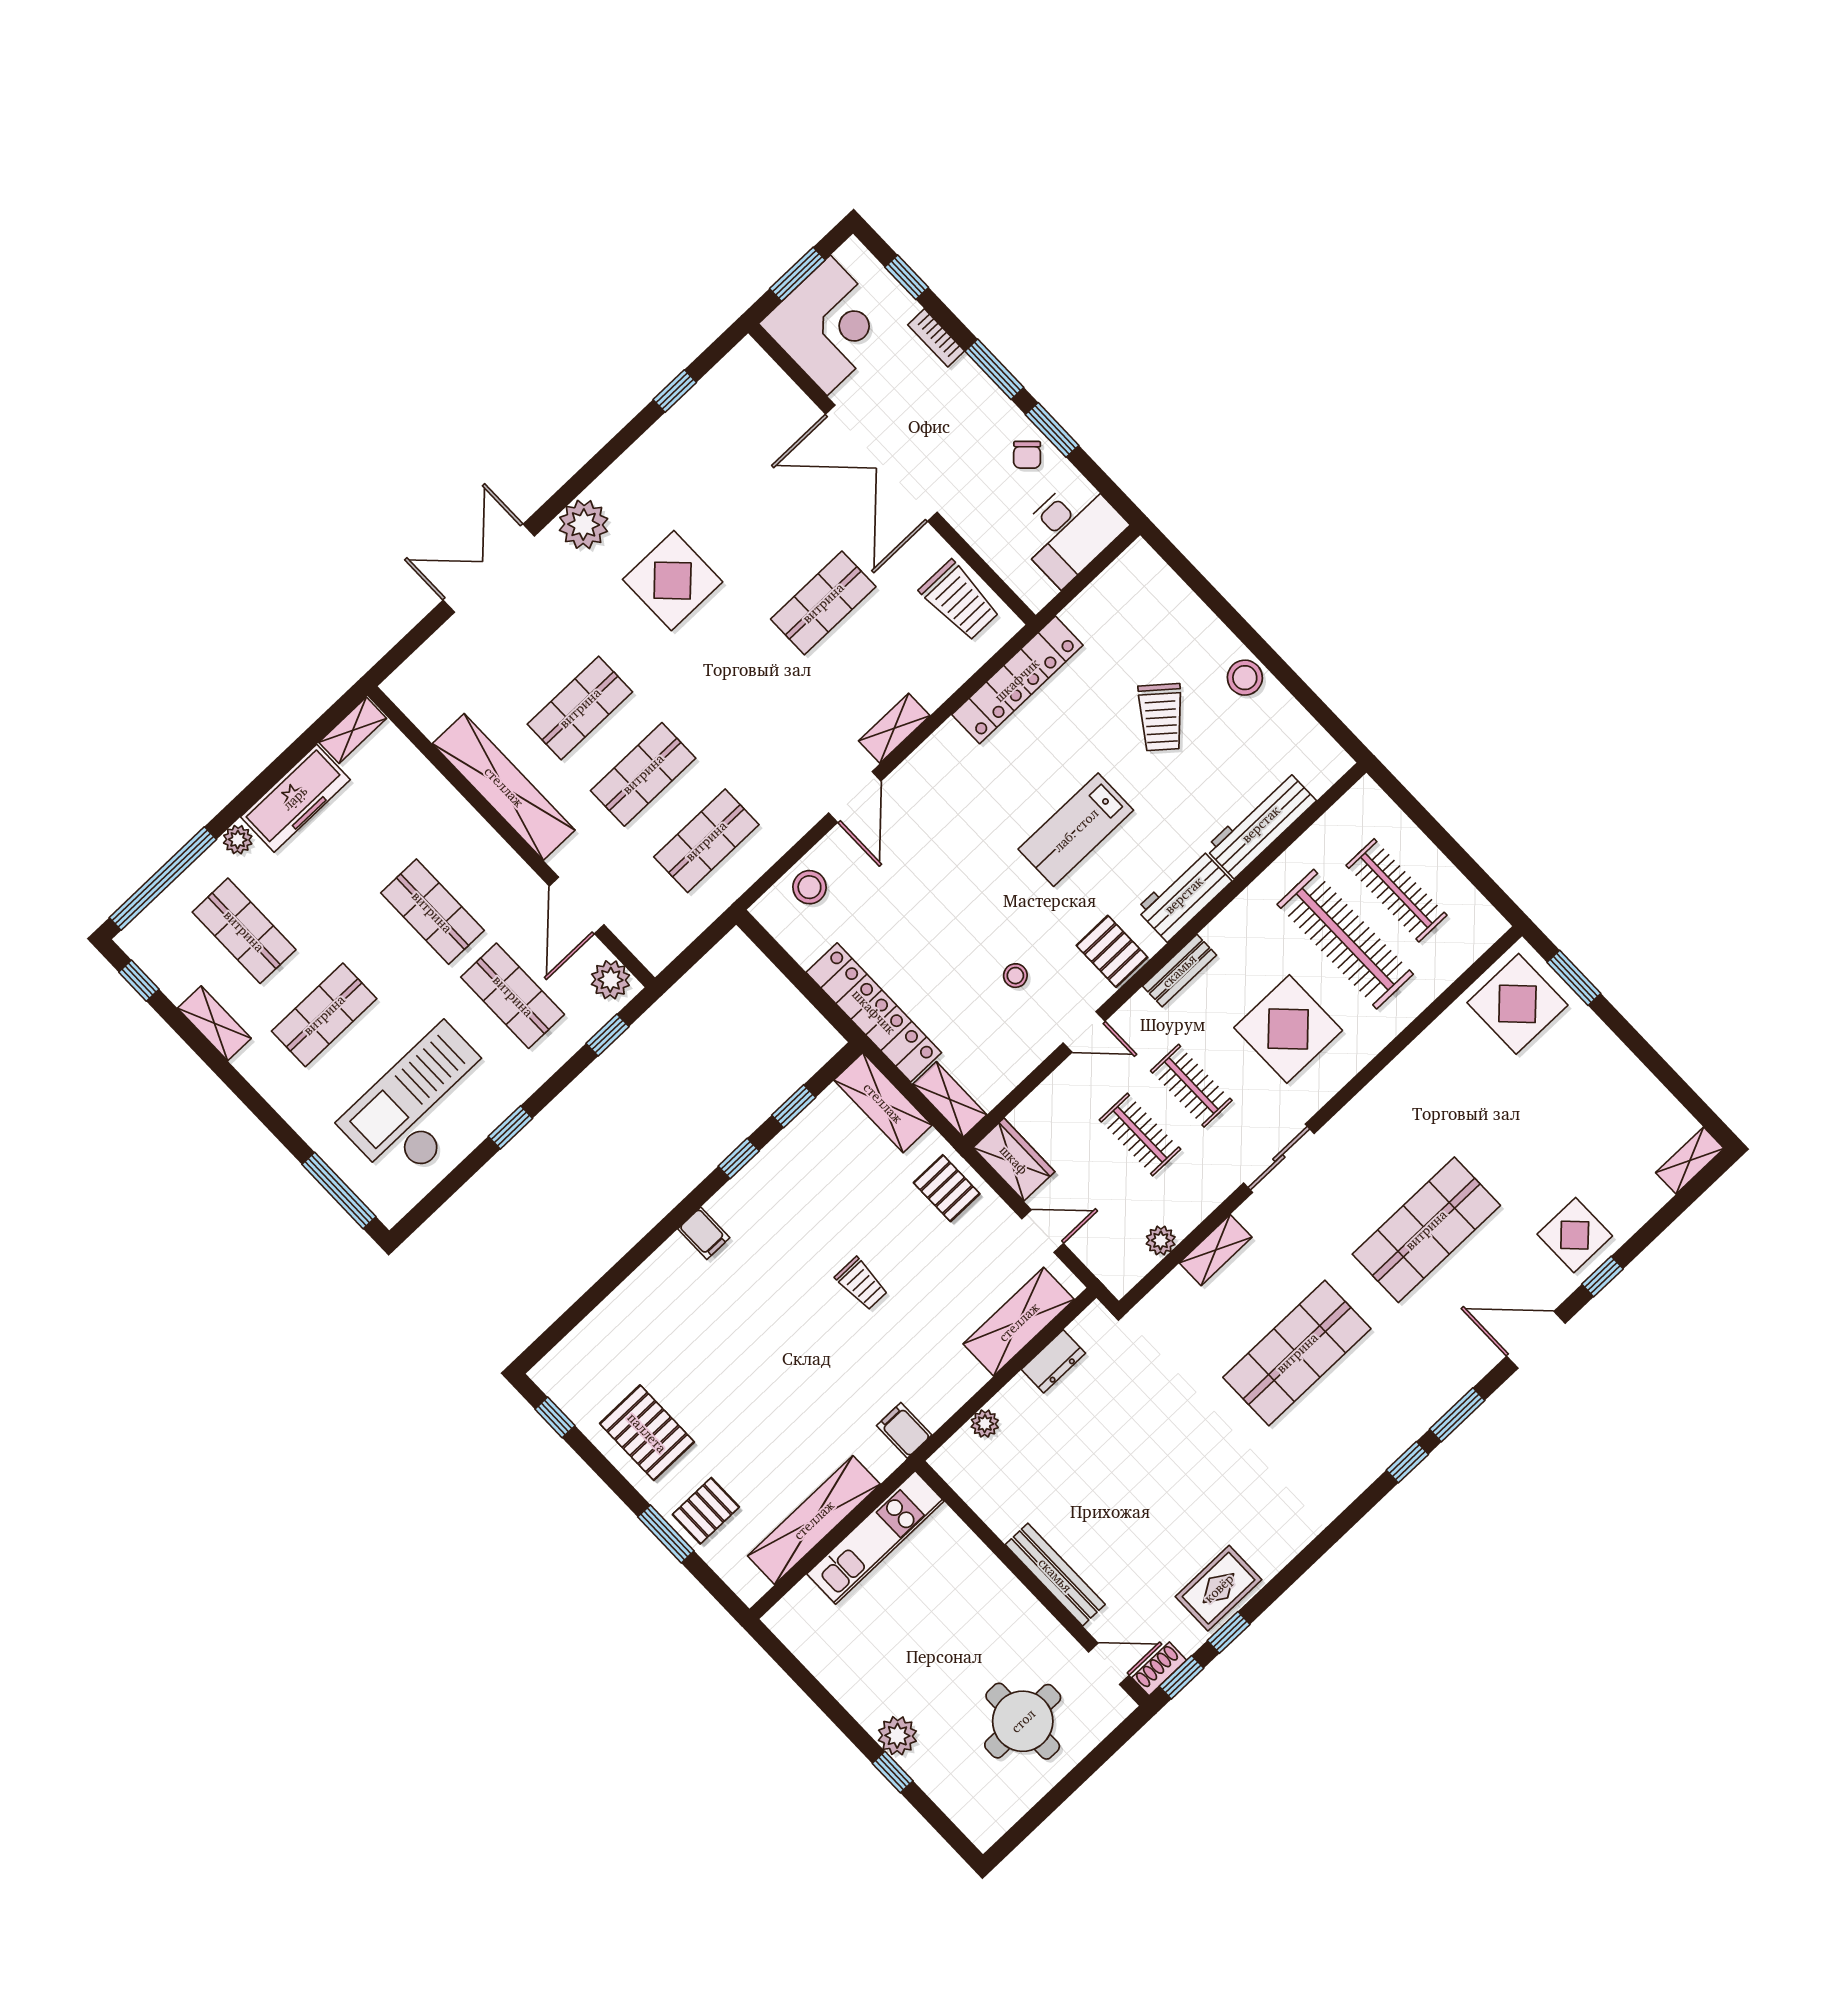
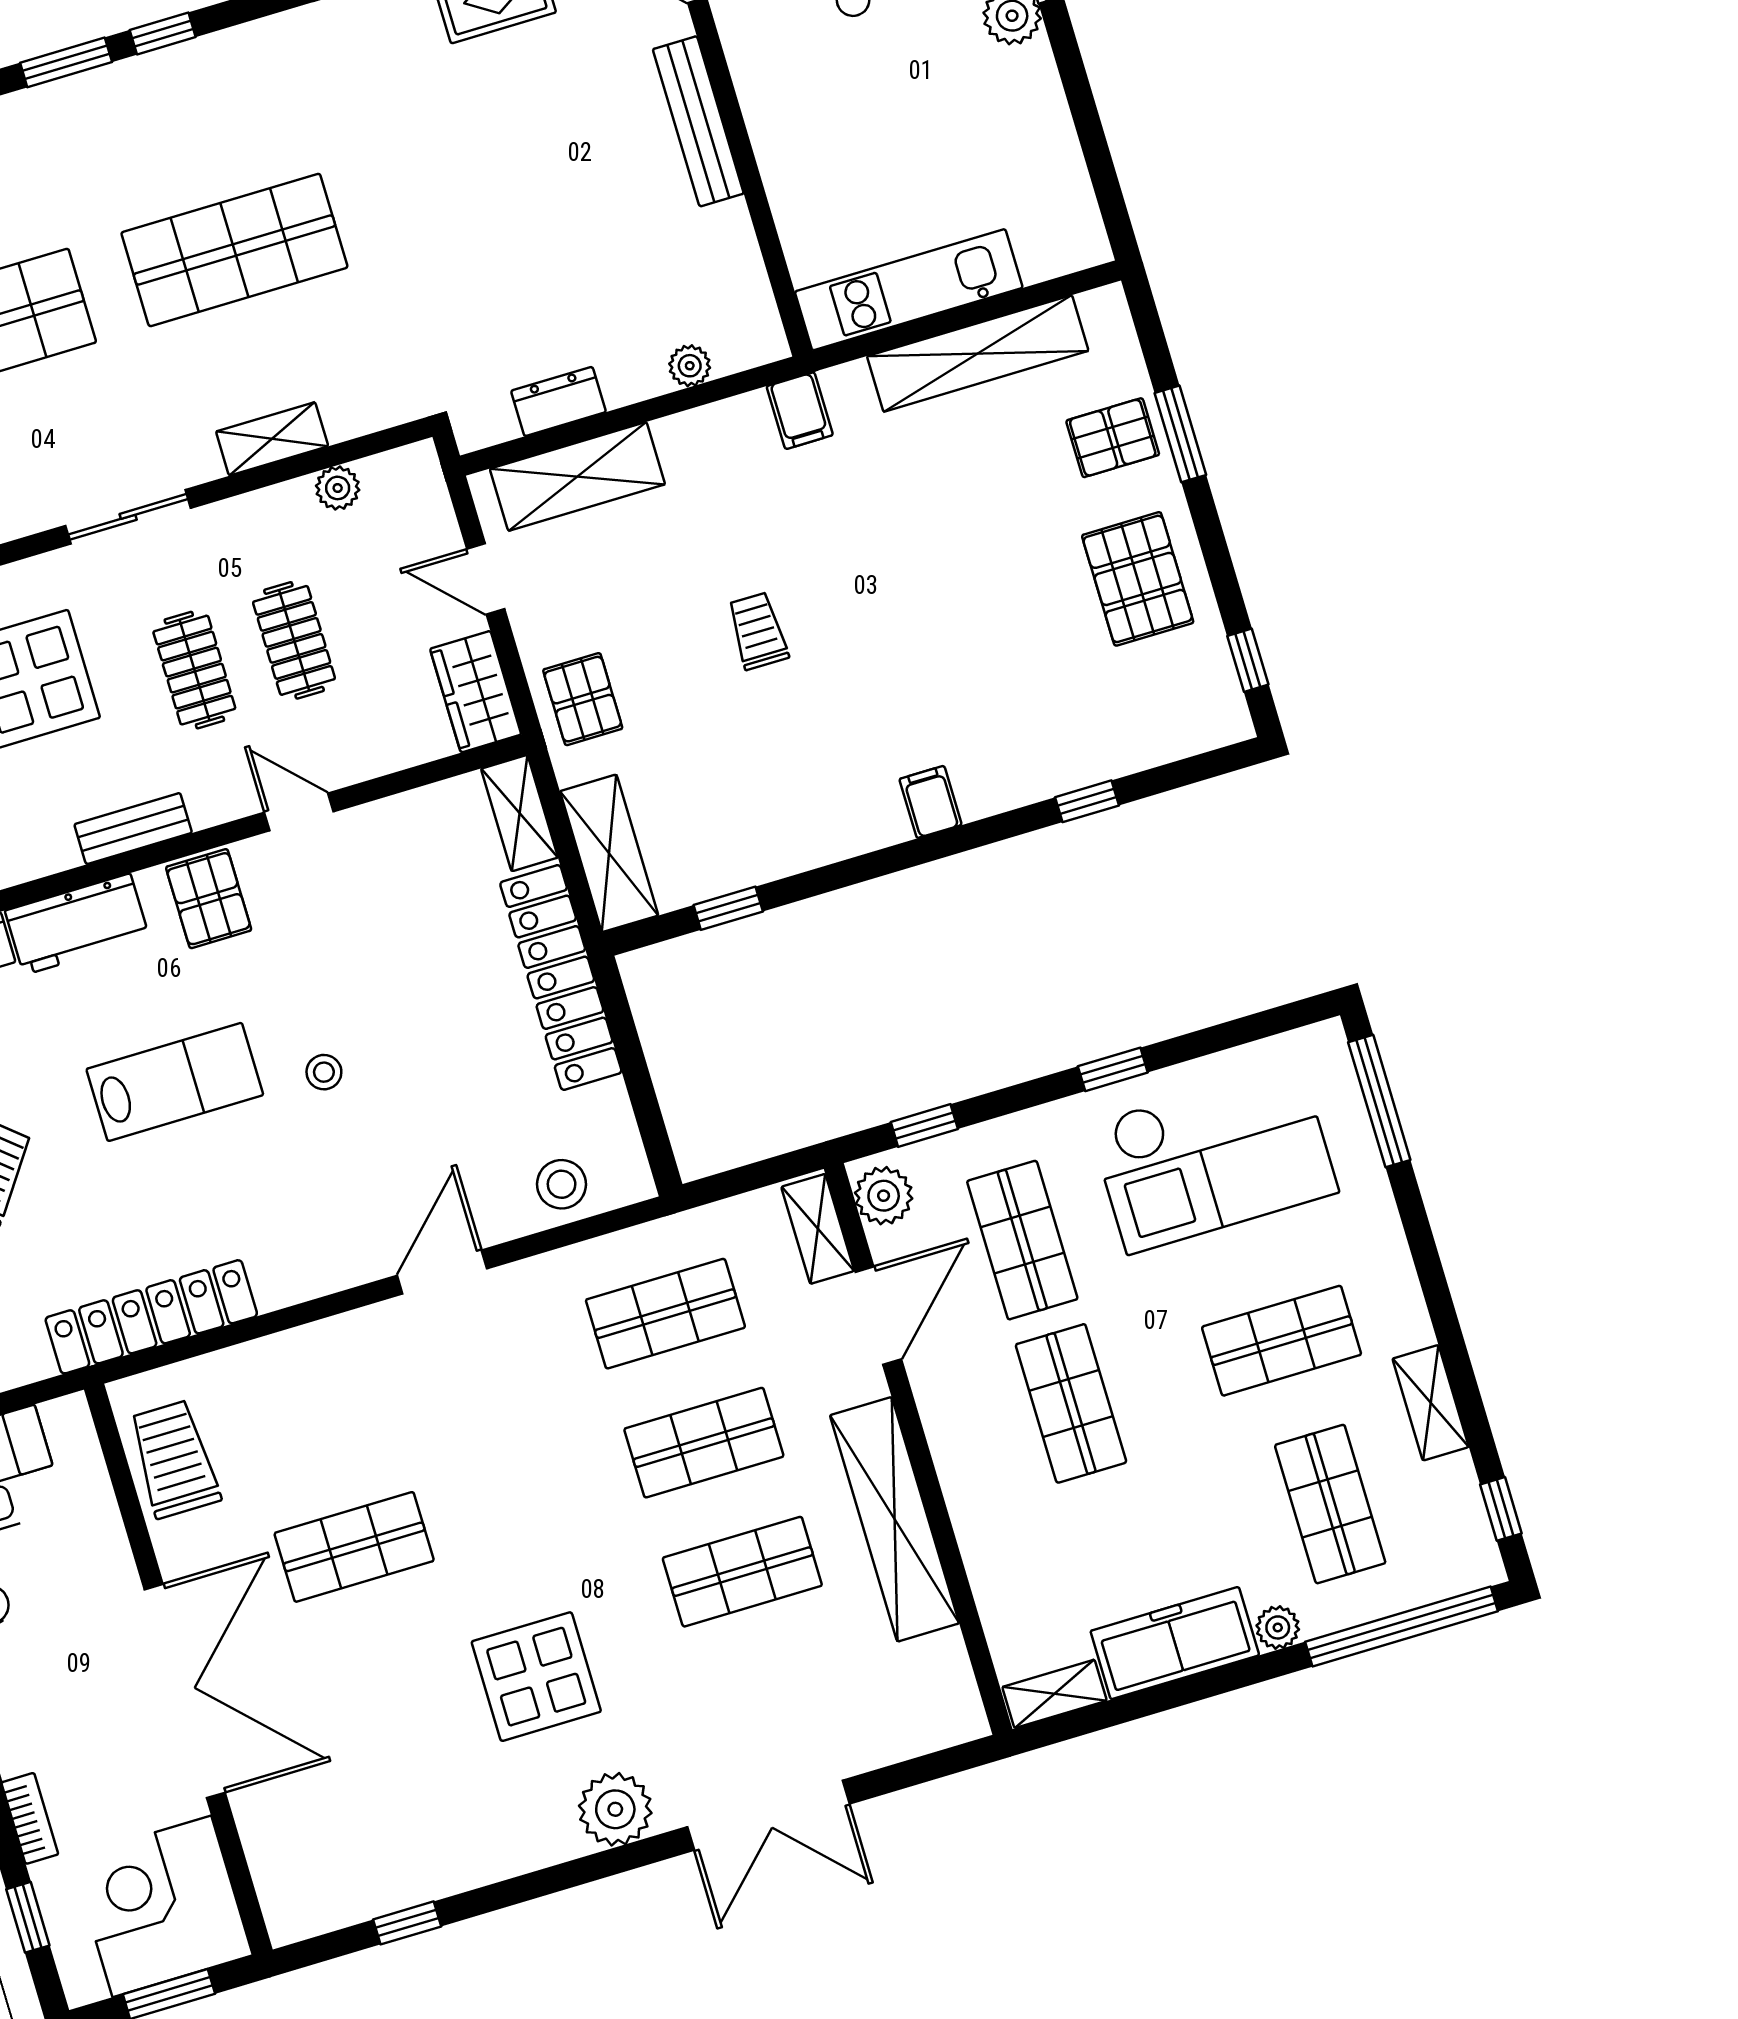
shelving: (894, 728) -> (818, 1229), moved, turned 90
stool: (1015, 976) -> (324, 1072), moved
window: (739, 1158) -> (1087, 801), moved

